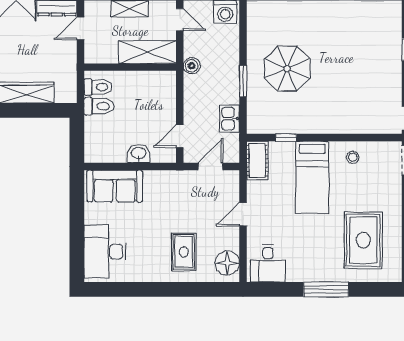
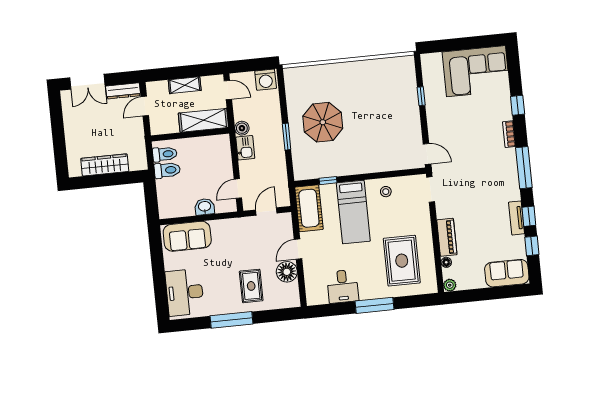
kitchen sink: (229, 119) -> (245, 148), moved, turned 180
cot: (257, 161) -> (309, 208), width x1.37, depth x1.34
floor lamp: (227, 263) -> (287, 272), moved
desk: (268, 263) -> (343, 286), moved
window: (157, 289) -> (231, 320), added

